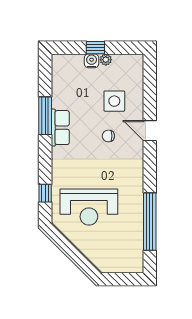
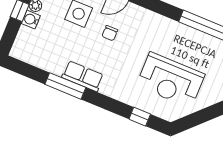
reception desk: (89, 207) -> (170, 80), turned 90

